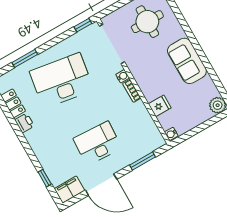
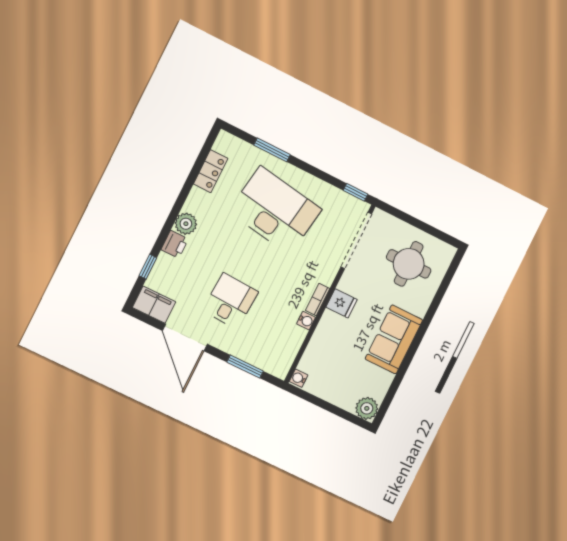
water cooler: (123, 76) -> (306, 321), moved
fridge: (160, 106) -> (342, 303), moved
printer: (25, 123) -> (175, 244), moved
plant: (34, 139) -> (186, 224), added
desk: (98, 143) -> (230, 301), width x0.73

